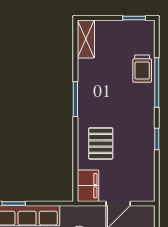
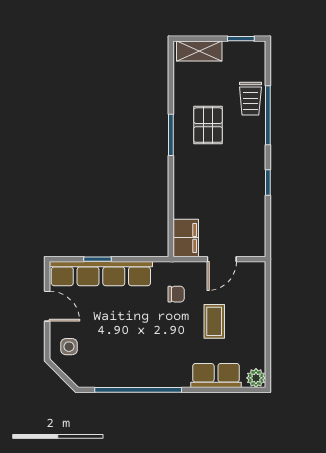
shelving: (86, 39) -> (199, 51), moved, turned 90
pallet: (101, 143) -> (208, 125), moved

